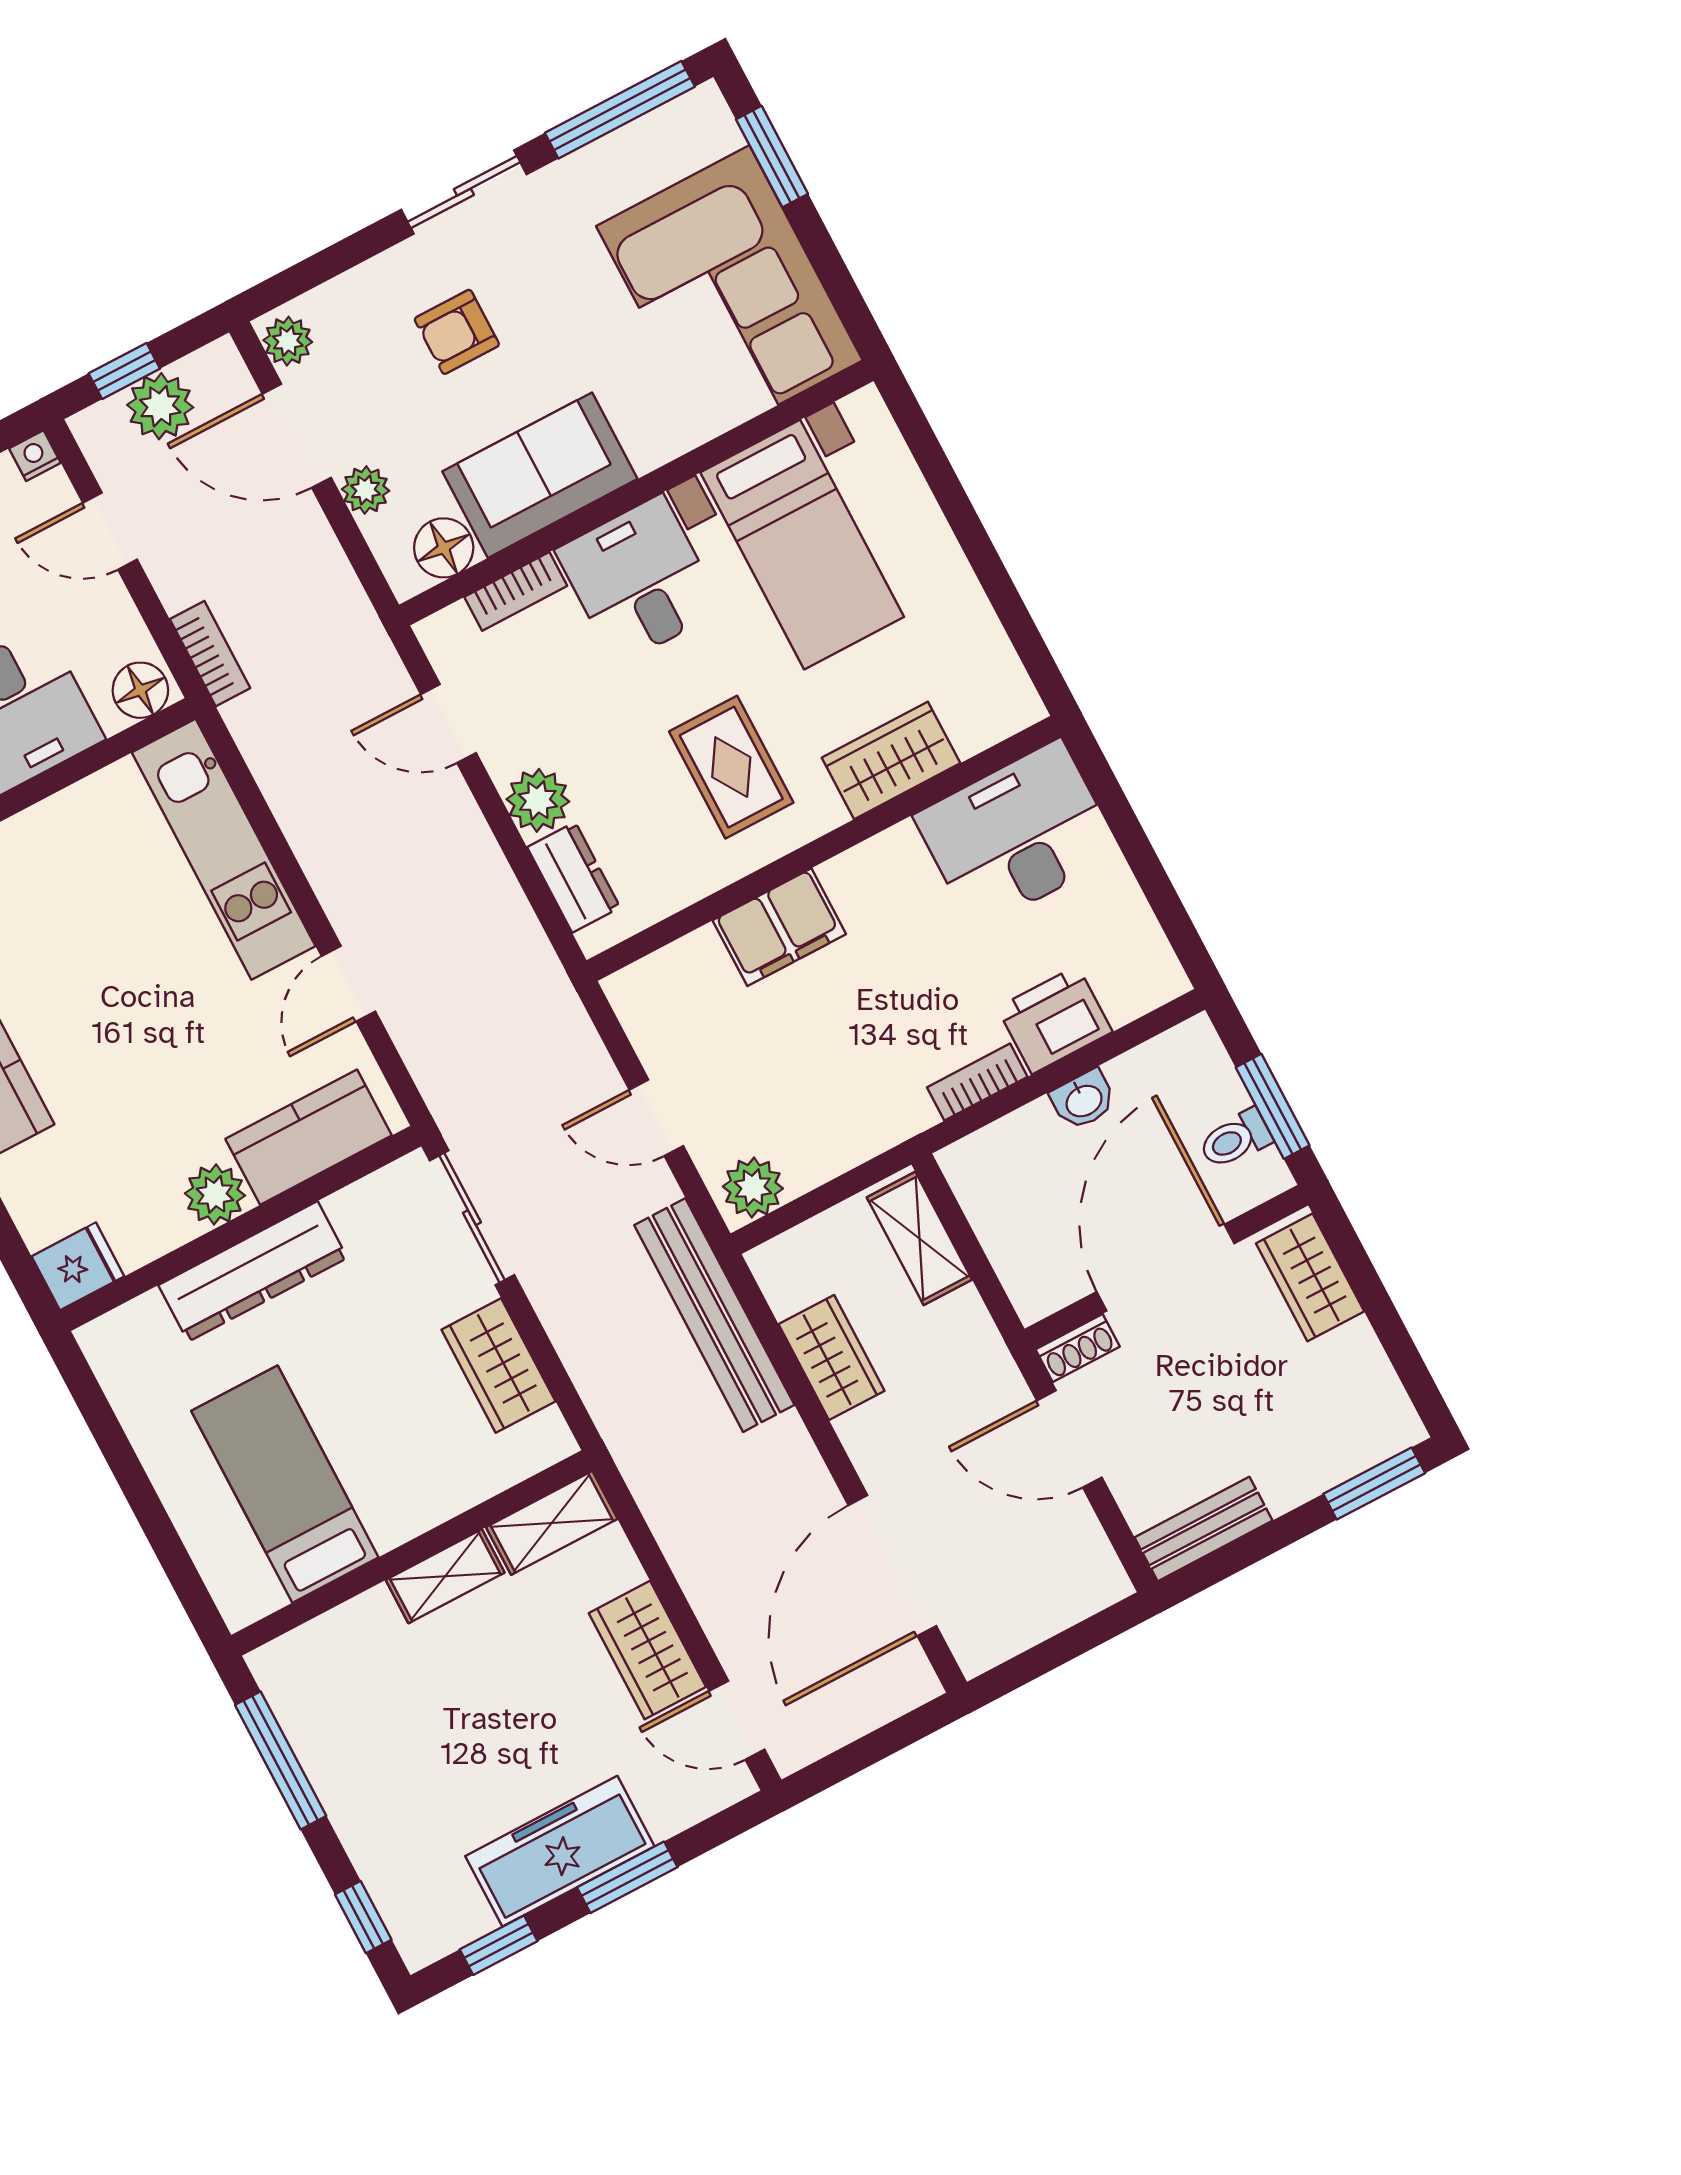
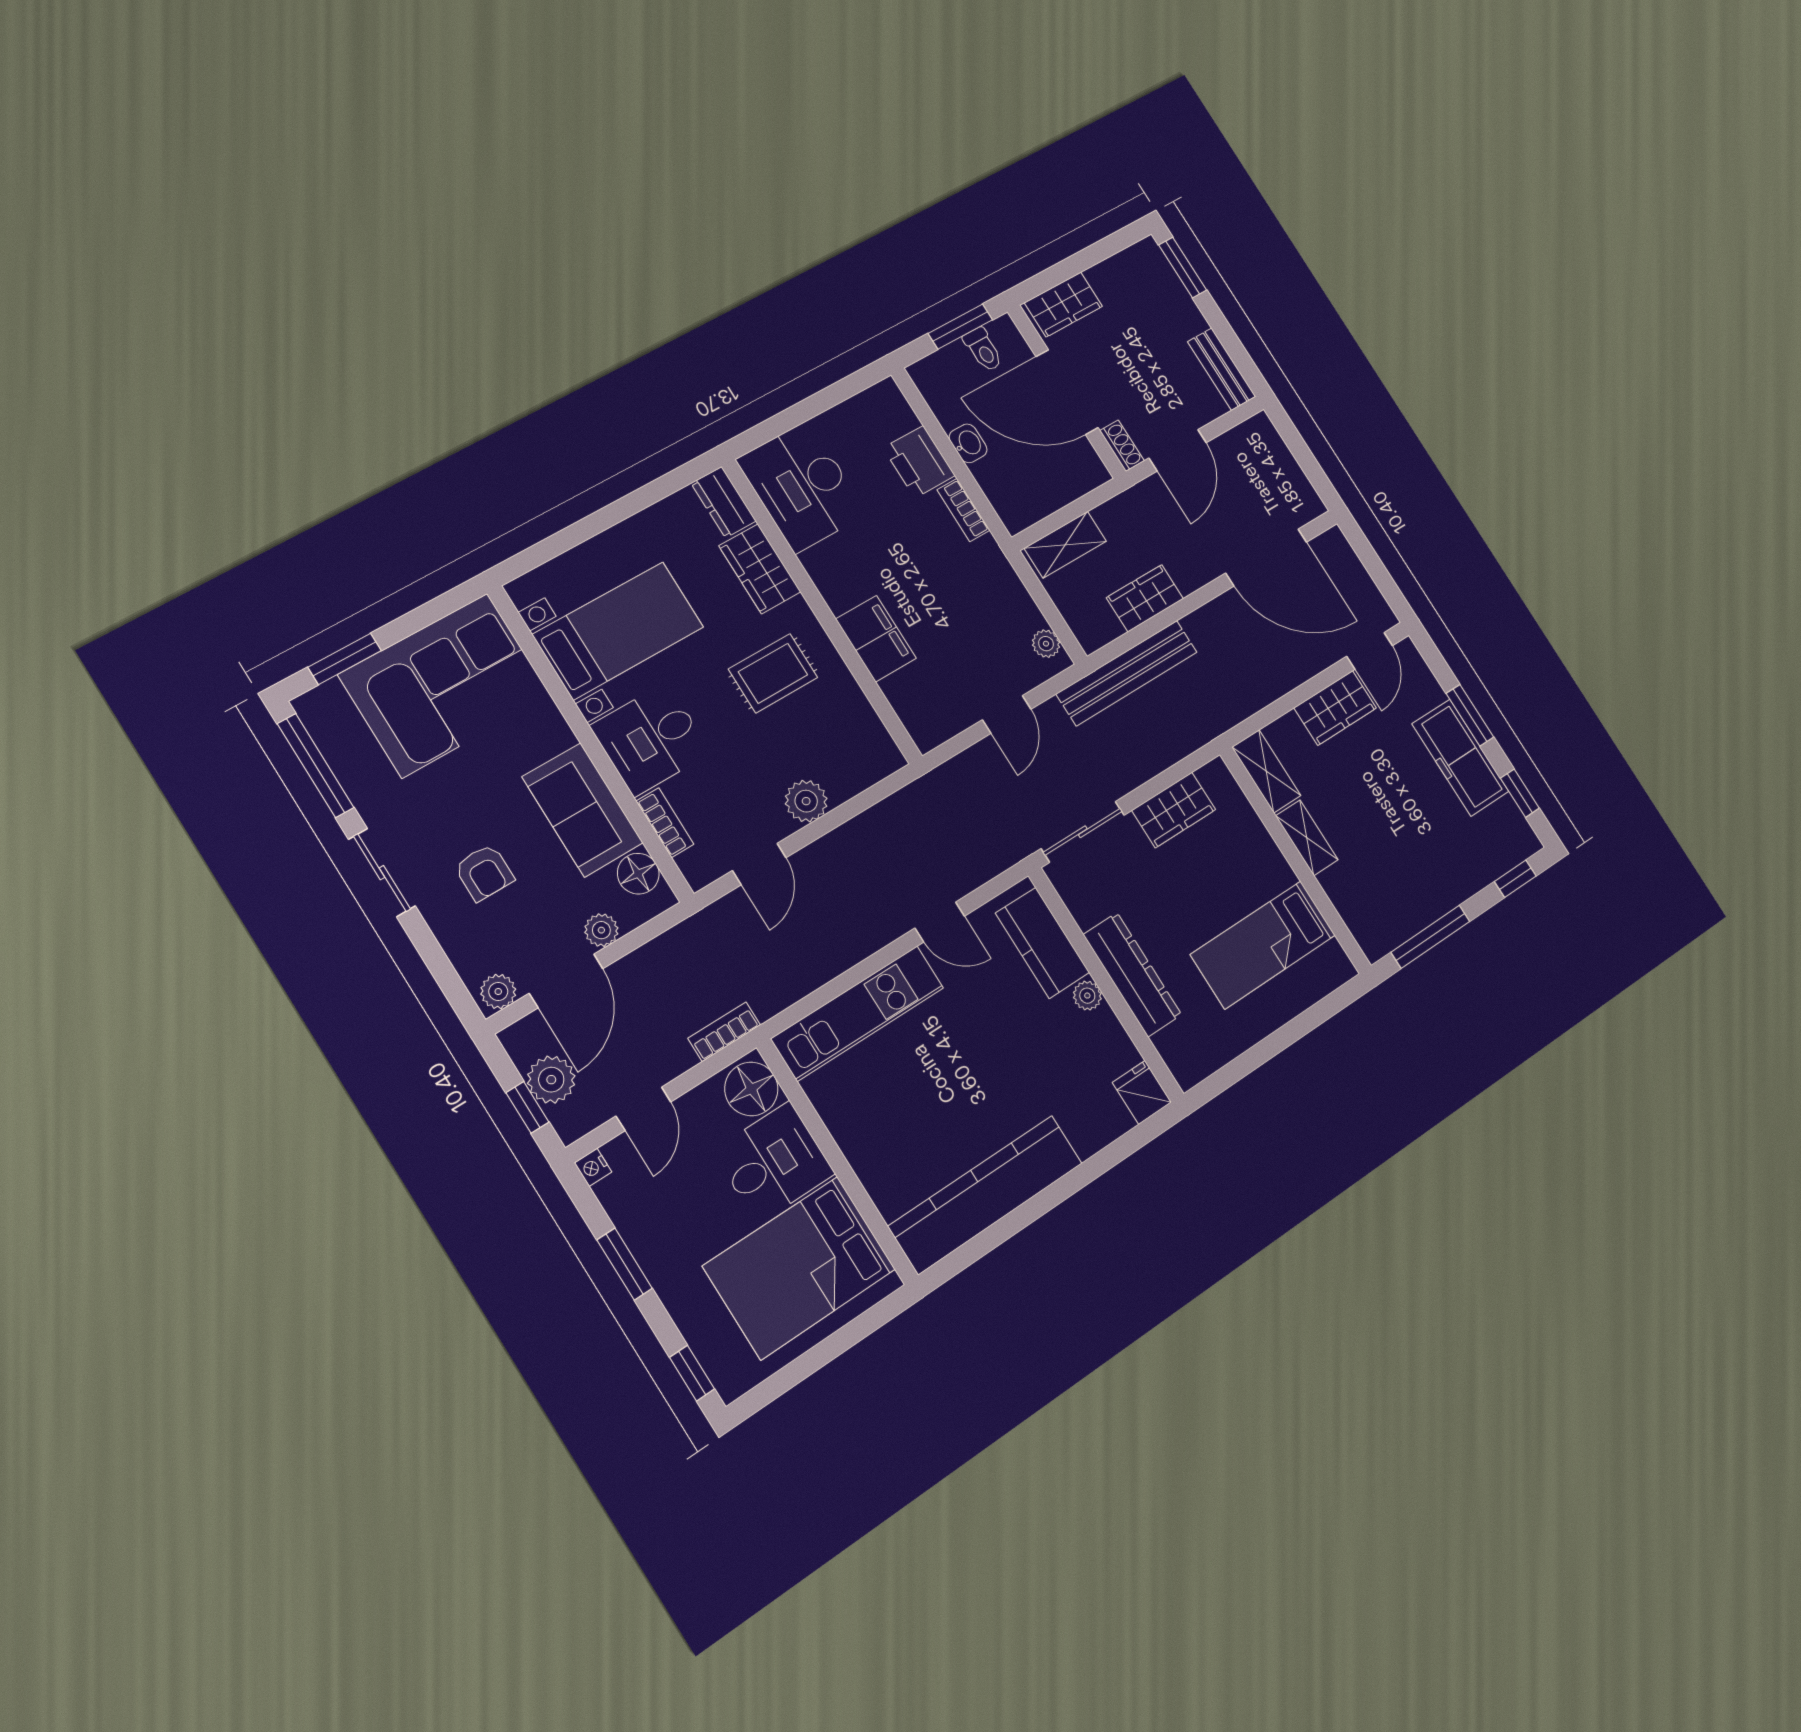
floor lamp: (140, 690) -> (751, 1089), width x1.38, depth x1.38
dresser: (574, 877) -> (724, 502), moved, turned -90
plant: (753, 1188) -> (1046, 644), width x0.73, depth x0.73
plant: (215, 1194) -> (1087, 996), width x0.73, depth x0.73

